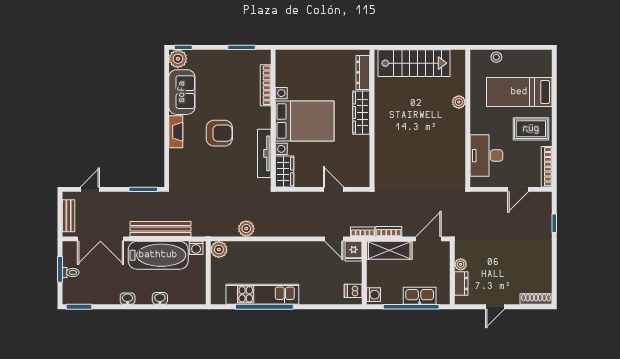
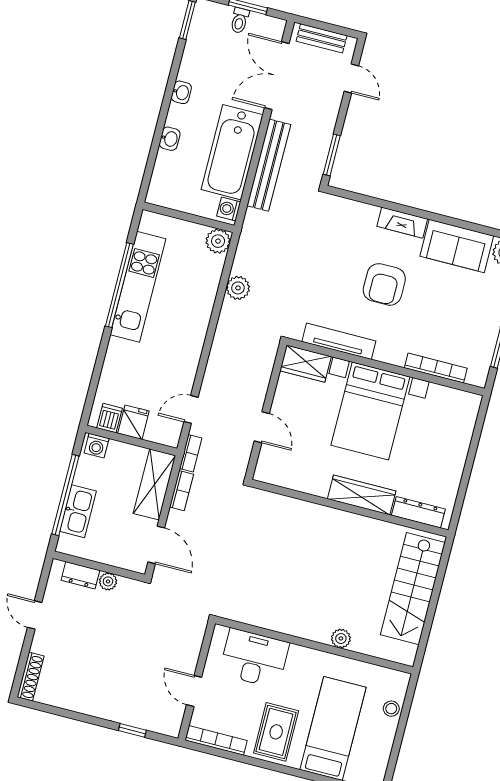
door: (334, 189) -> (262, 427), hinge flipped
fridge: (354, 251) -> (133, 422), moved, turned 90

